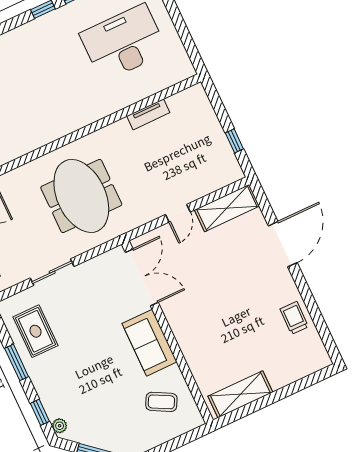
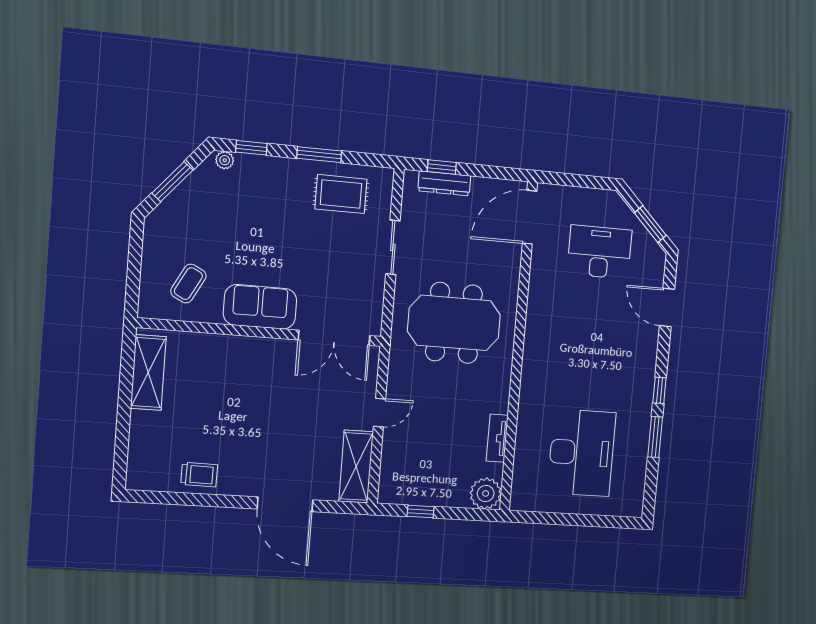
plant: (194, 99) -> (486, 493), added
door: (178, 213) -> (380, 413), swing flipped

